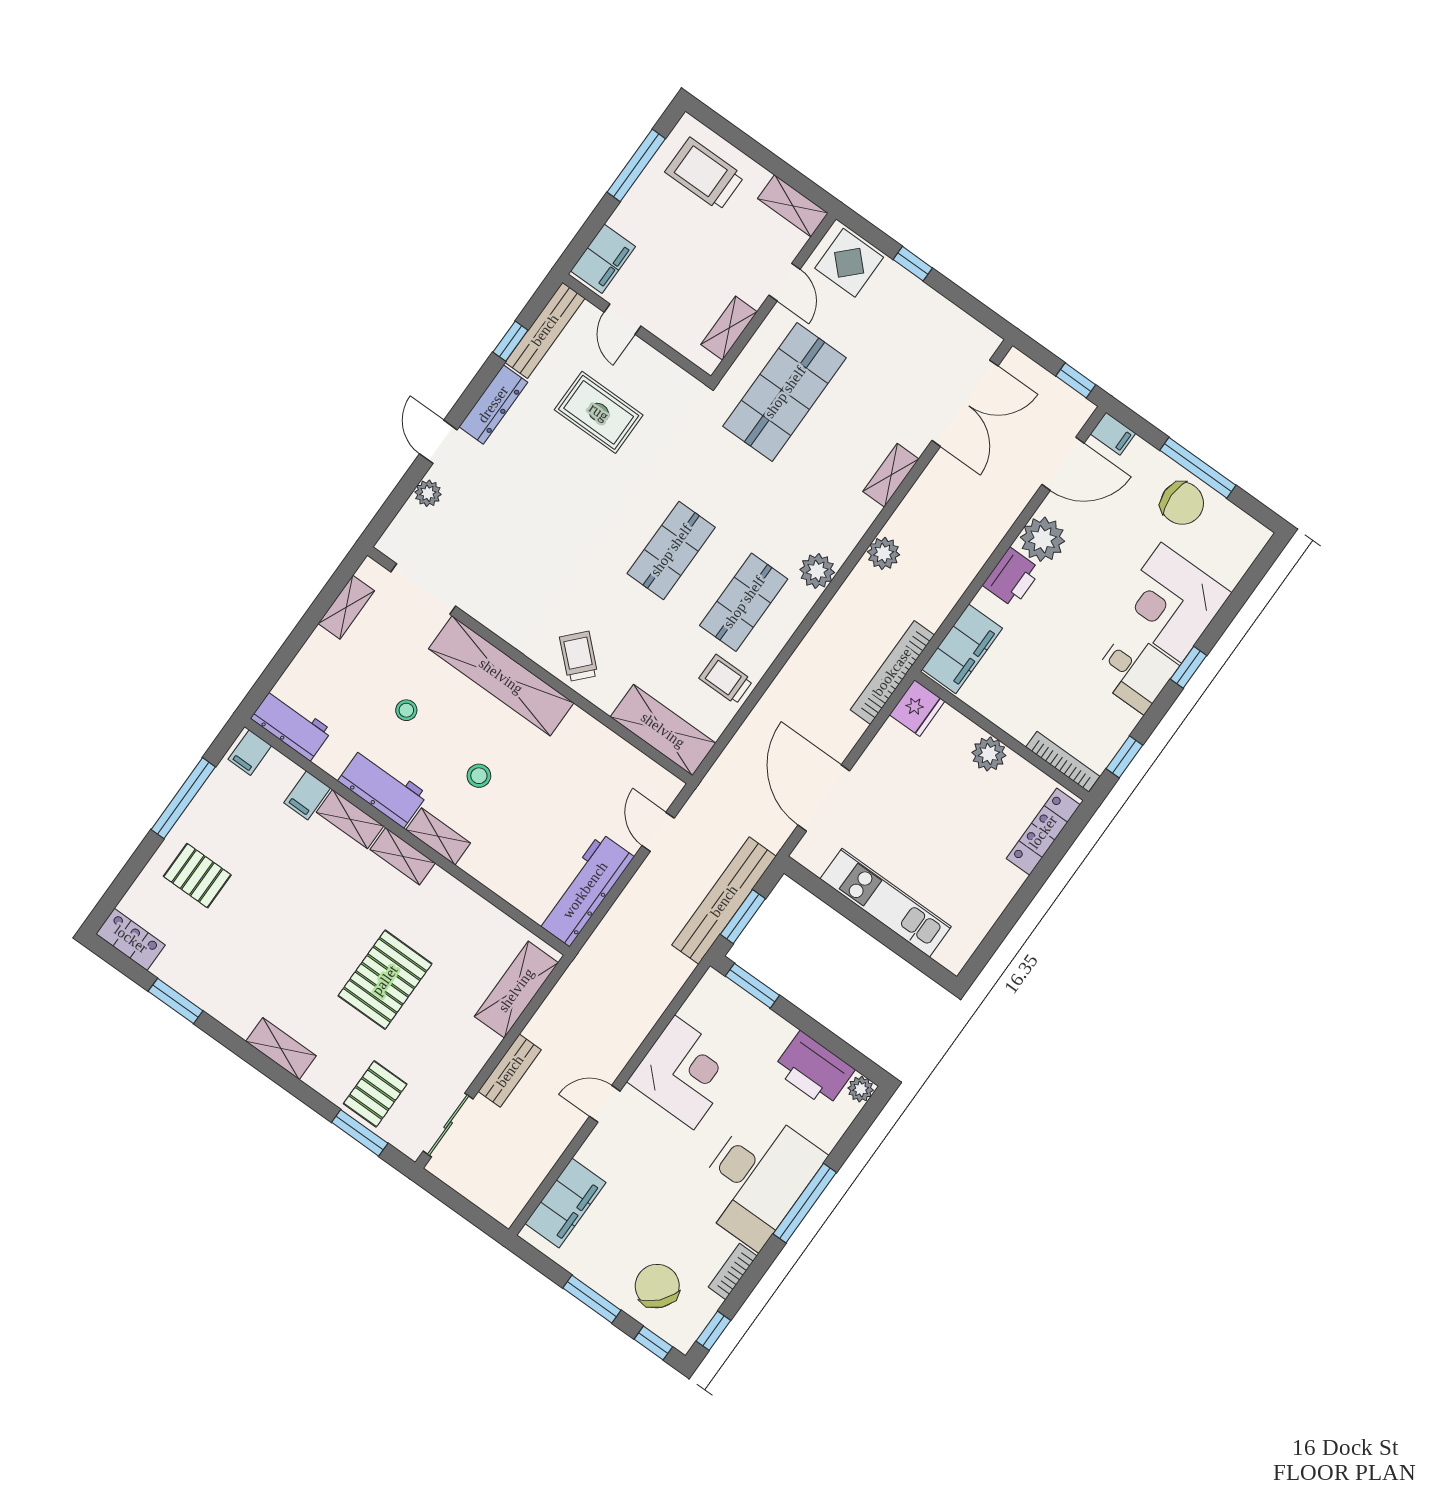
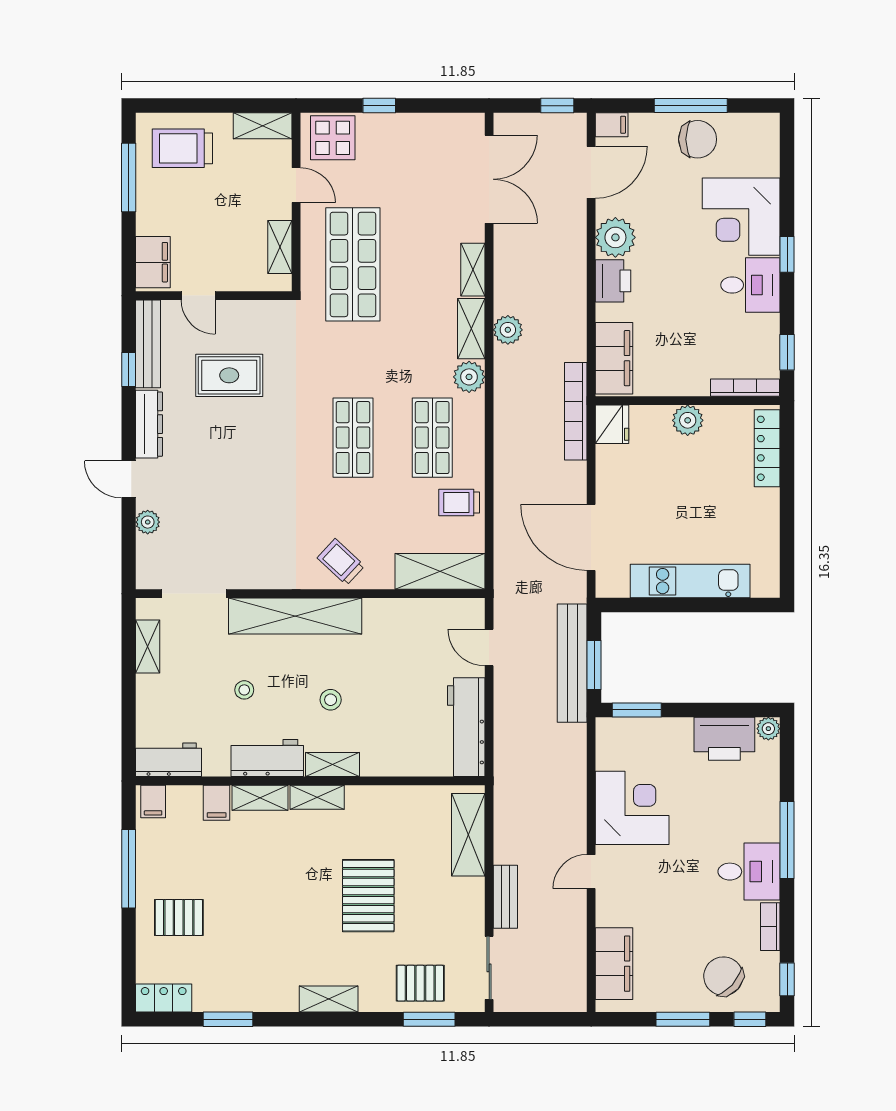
shelving: (851, 528) -> (471, 329), added
pallet: (375, 1094) -> (420, 983), turned 90
desk: (757, 1178) -> (749, 872), width x0.53, depth x0.77

